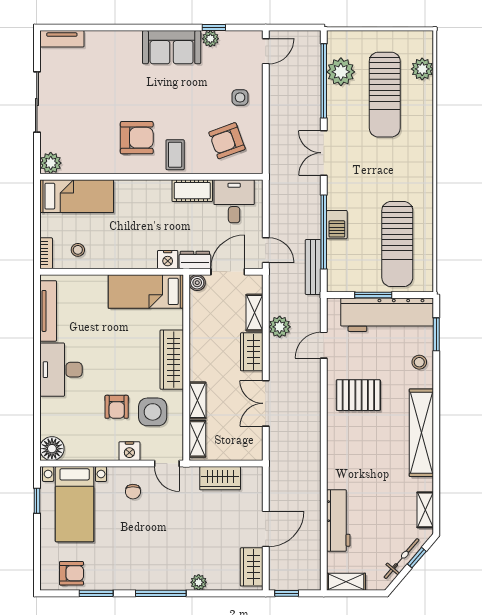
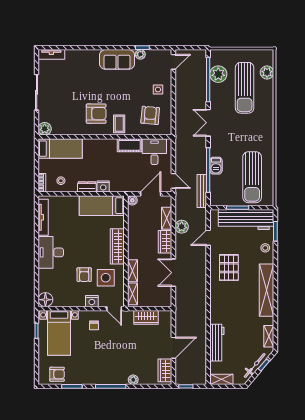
armchair: (227, 141) -> (150, 115), turned 115
nightstand: (168, 260) -> (103, 187), moved
dresser: (195, 260) -> (87, 187), moved
pallet: (358, 395) -> (229, 268), turned 90

